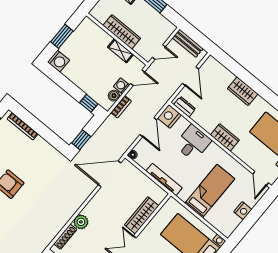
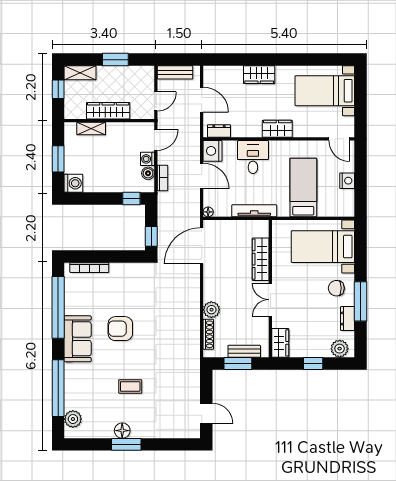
shelving: (120, 51) -> (91, 129), moved

